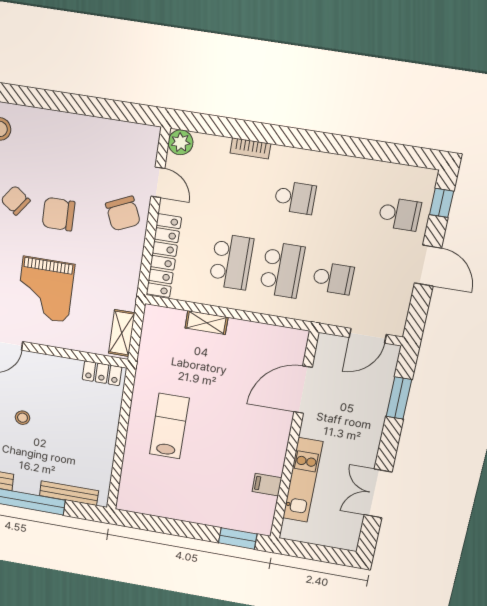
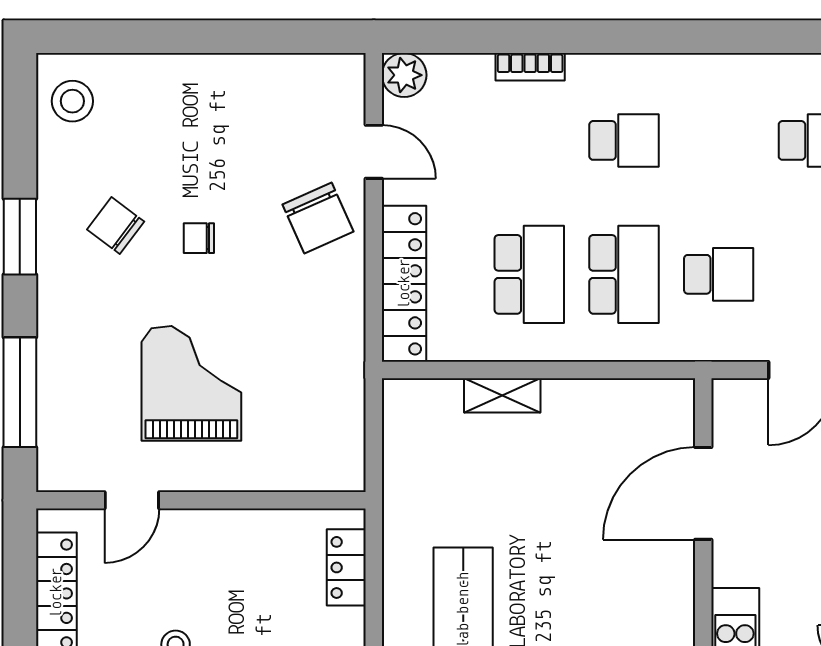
chair: (59, 214) -> (199, 238), width x0.54, depth x0.54
grand piano: (46, 290) -> (191, 383), turned 180
shelving: (122, 333) -> (346, 443), removed
locker: (102, 373) -> (346, 567), moved, turned 90

